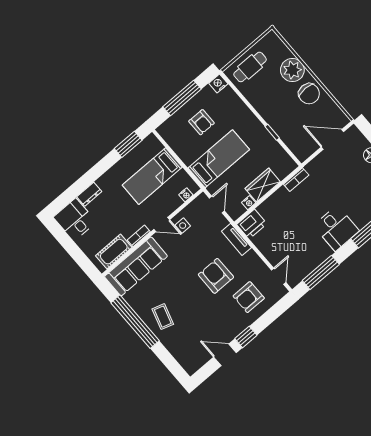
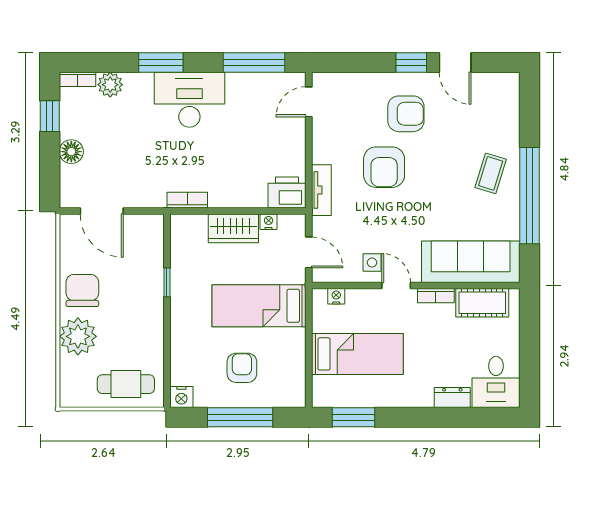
door: (217, 204) -> (309, 252), swing flipped
desk: (336, 228) -> (189, 100), width x1.37
armchair: (249, 297) -> (406, 114), moved

